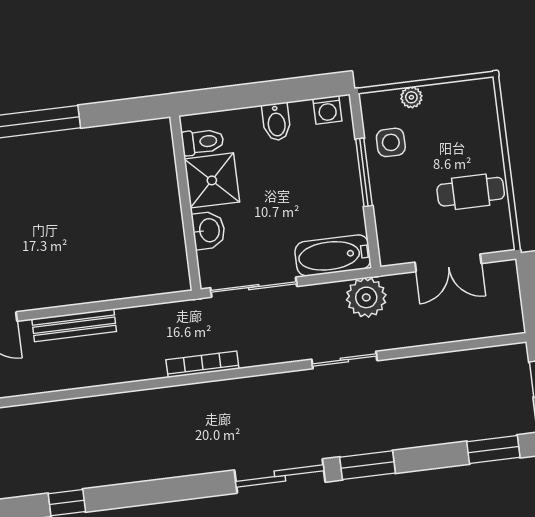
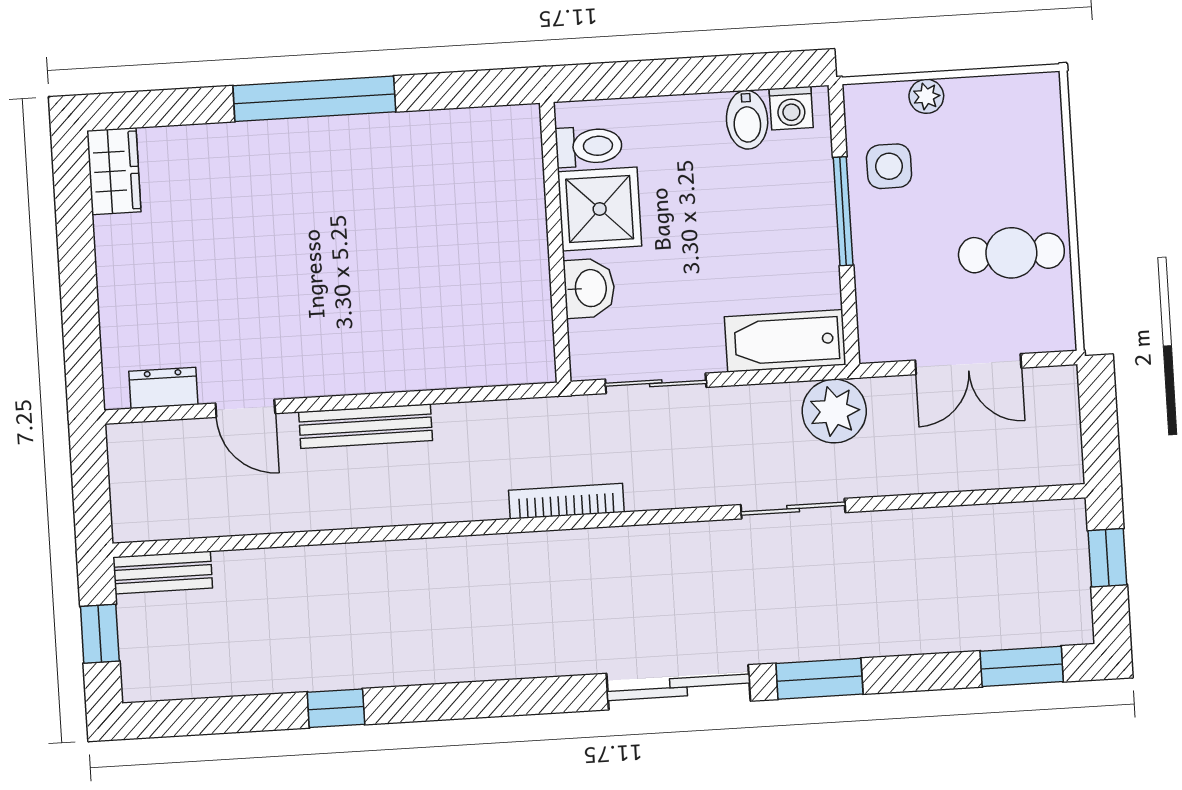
bidet: (276, 122) -> (747, 120), moved
sliding door: (254, 287) -> (656, 383), width x0.73

